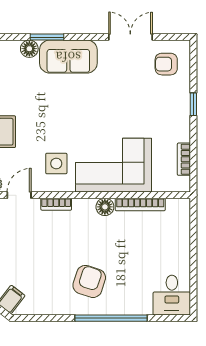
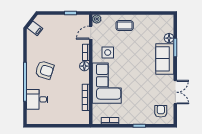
door: (19, 195) -> (91, 33), swing flipped
floor lamp: (105, 207) -> (84, 66), moved
desk: (172, 295) -> (37, 99), moved

